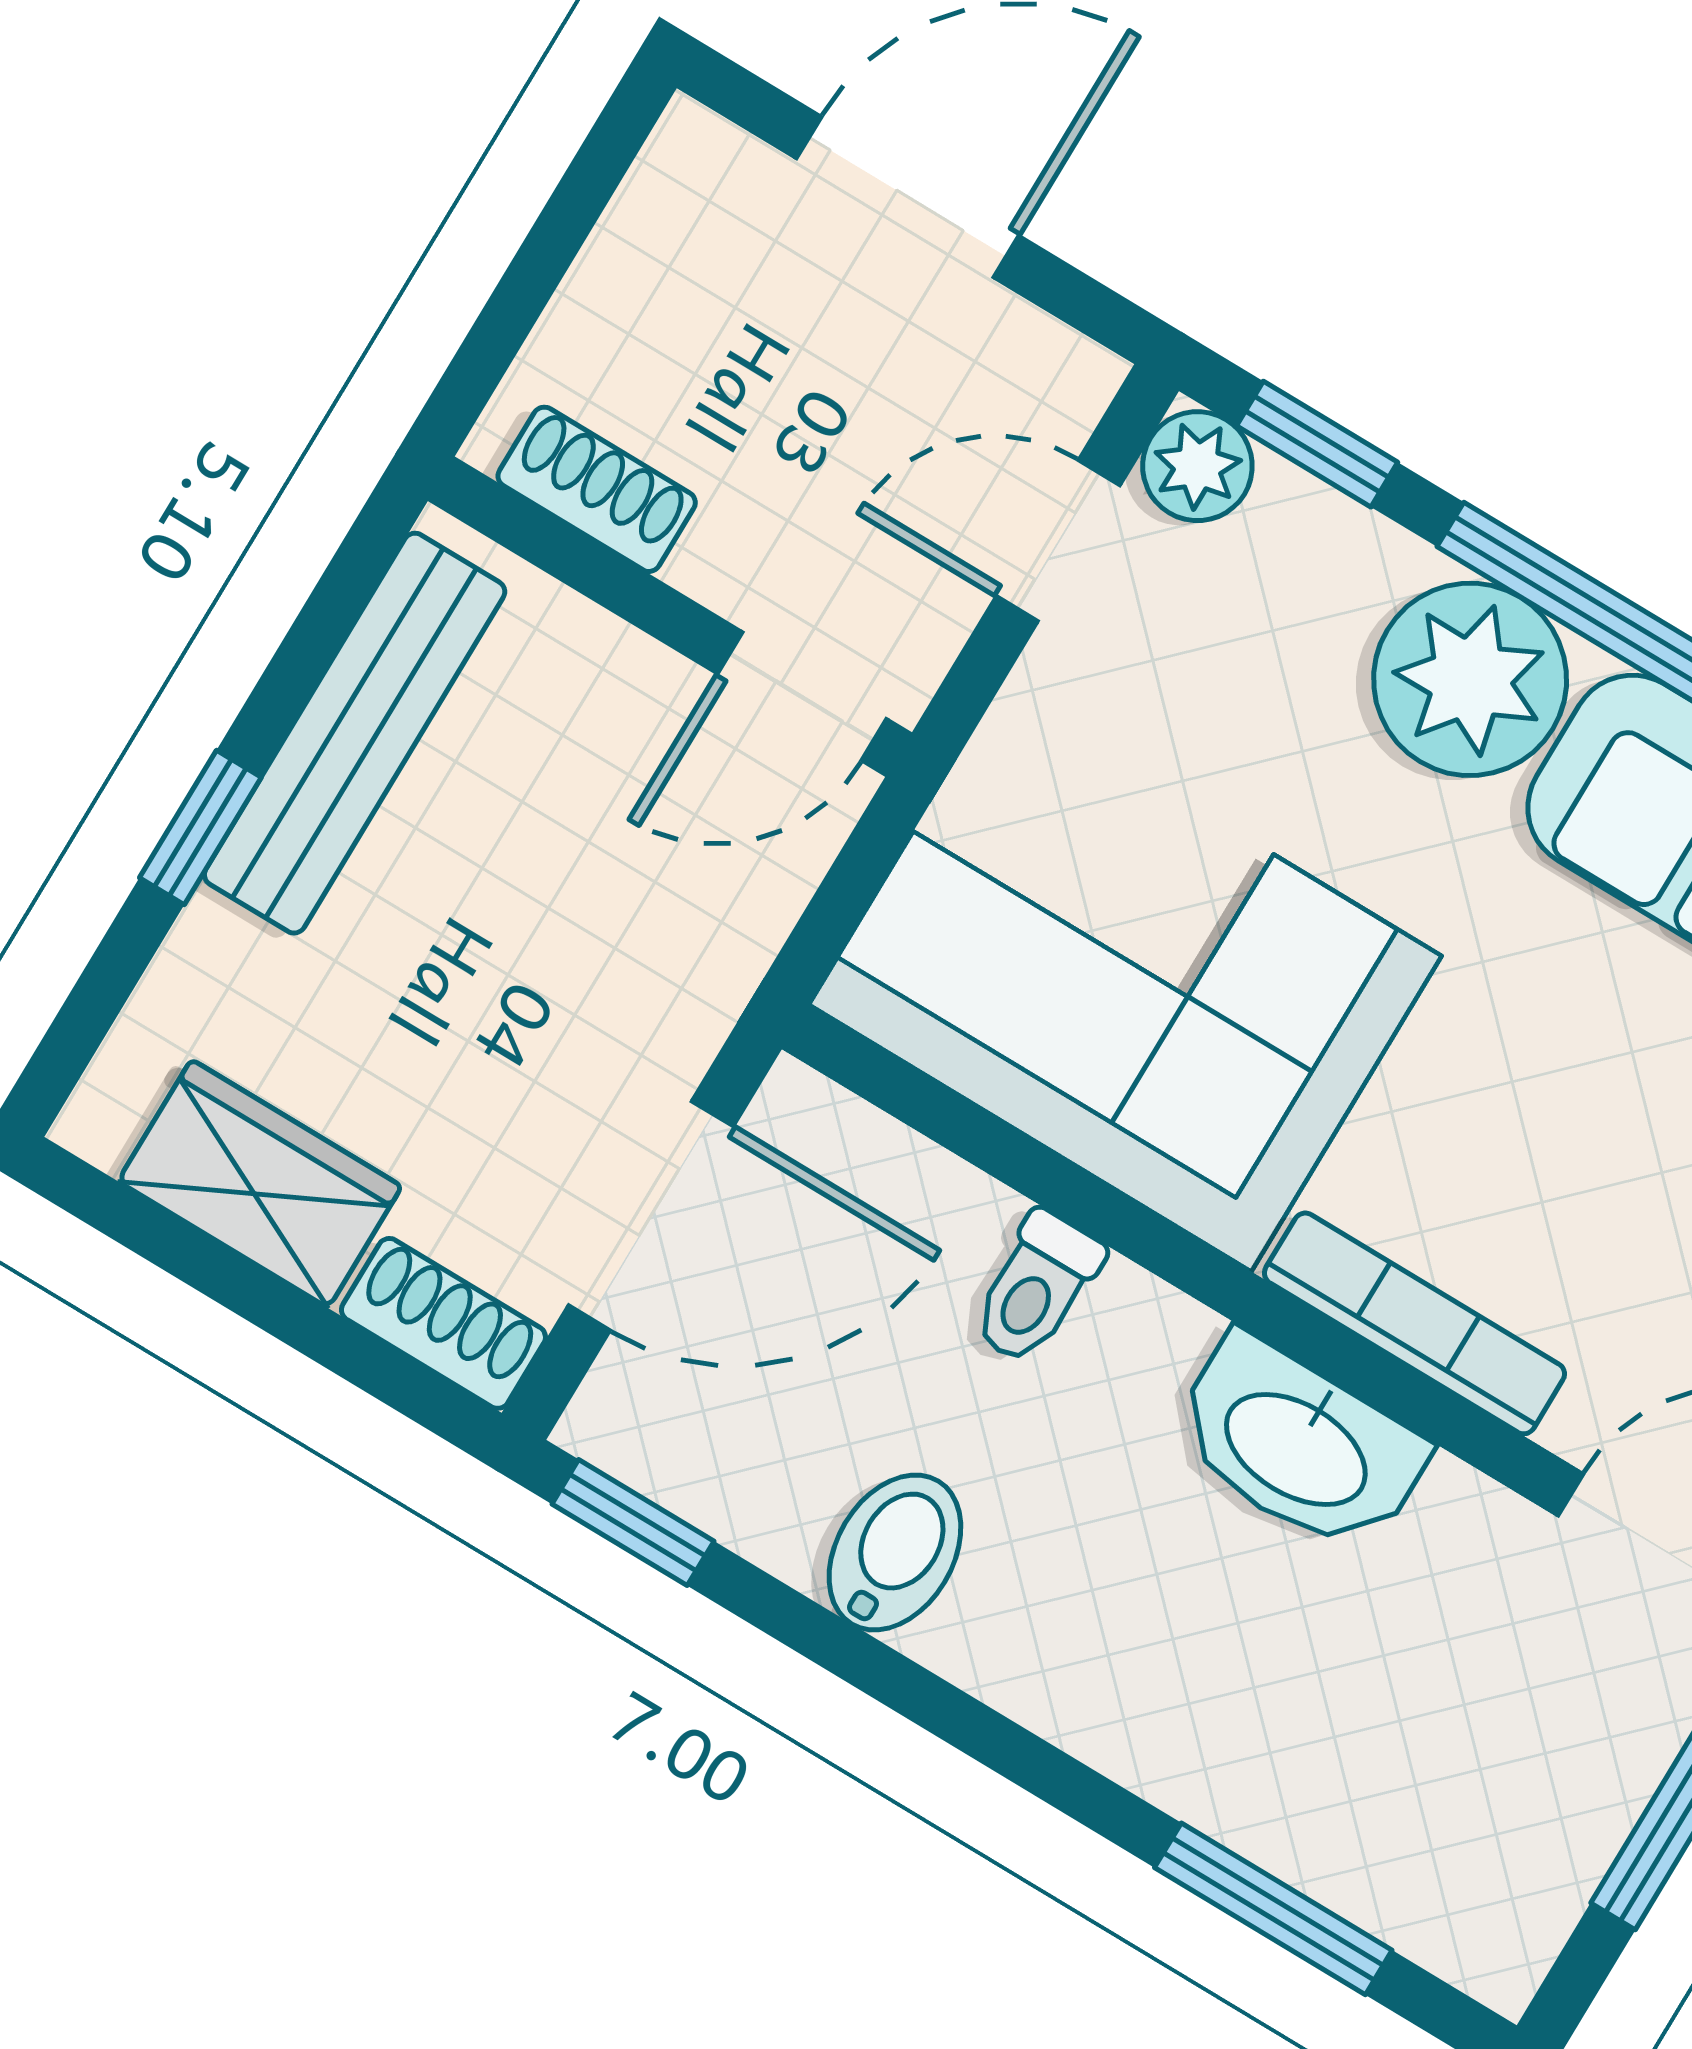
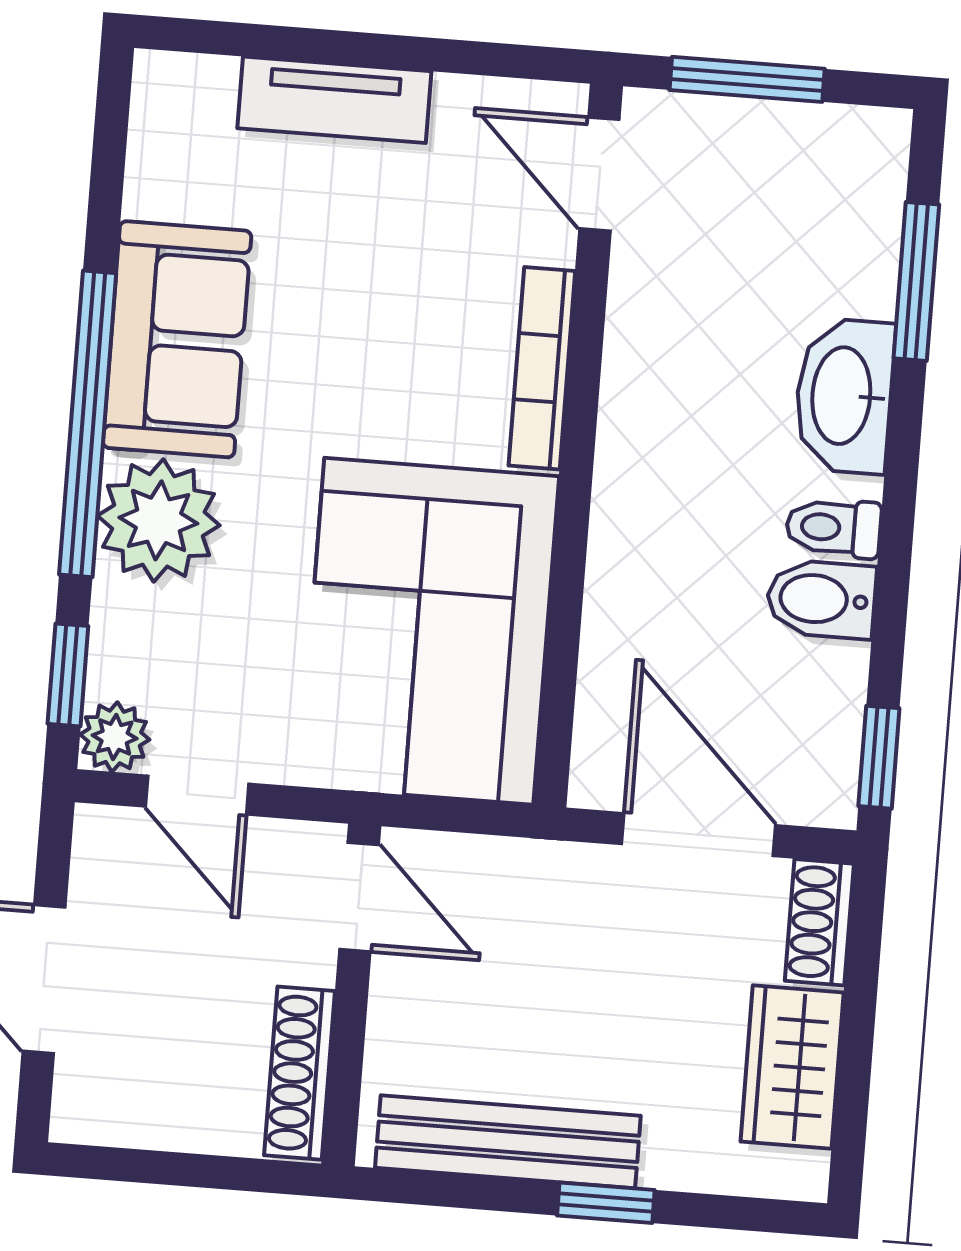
shoe rack: (597, 489) -> (300, 1073), width x1.43
toilet: (1036, 1288) -> (834, 528), moved, turned 180
washbasin: (1298, 1446) -> (844, 396), moved, turned 180

